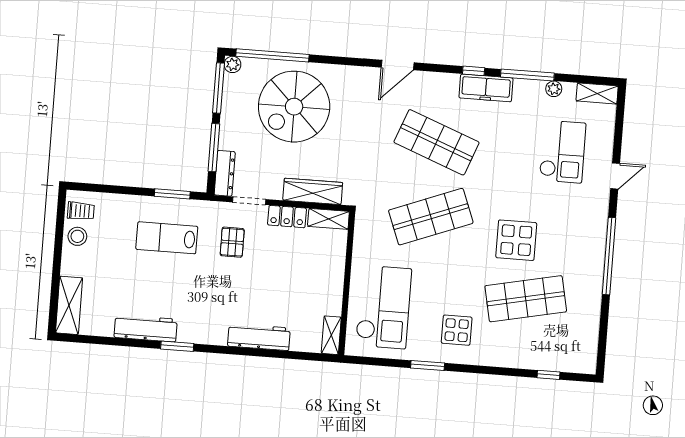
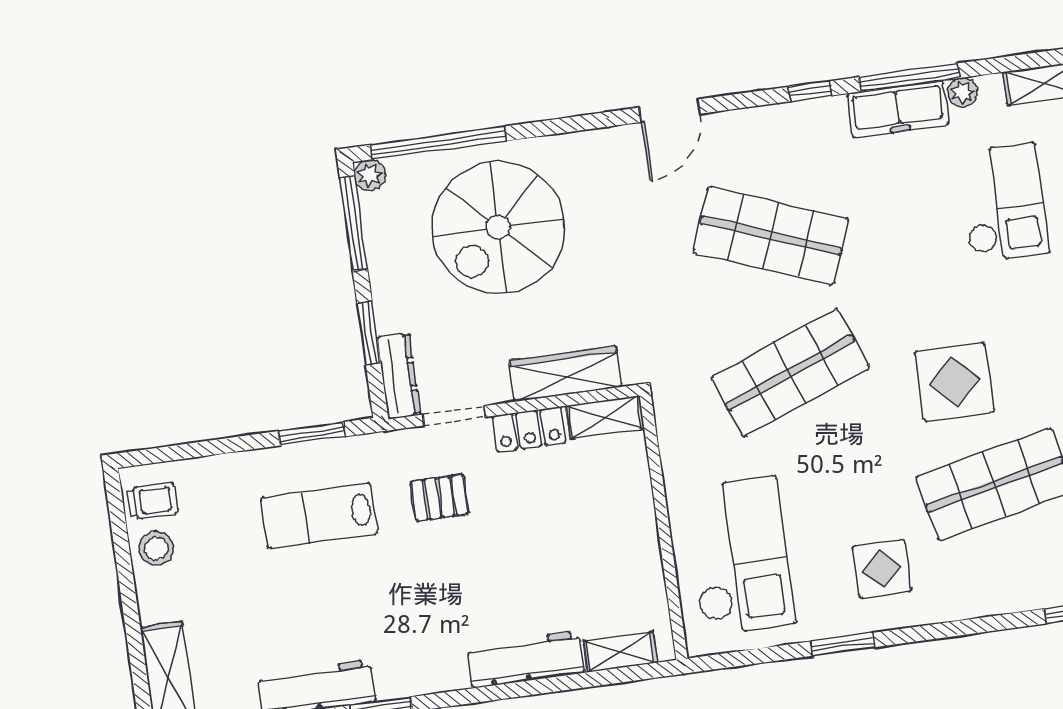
freezer: (486, 88) -> (898, 109), moved
window: (214, 148) -> (369, 333), width x0.69
pallet: (232, 242) -> (440, 498), turned 90
shelving: (331, 335) -> (620, 652), moved, turned 90

